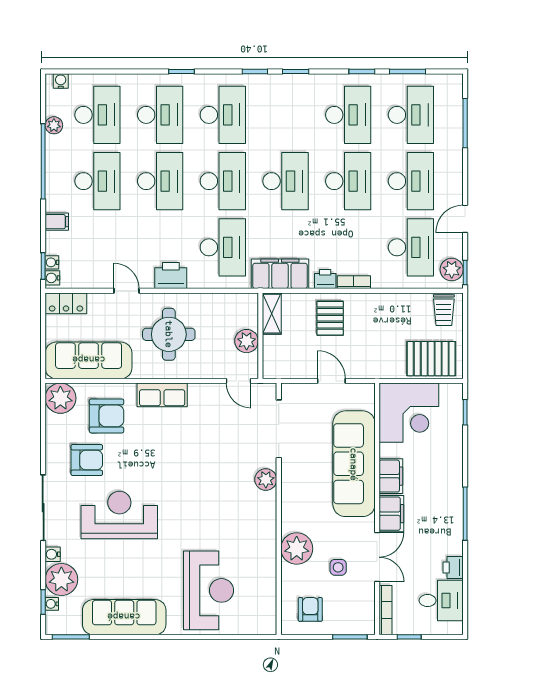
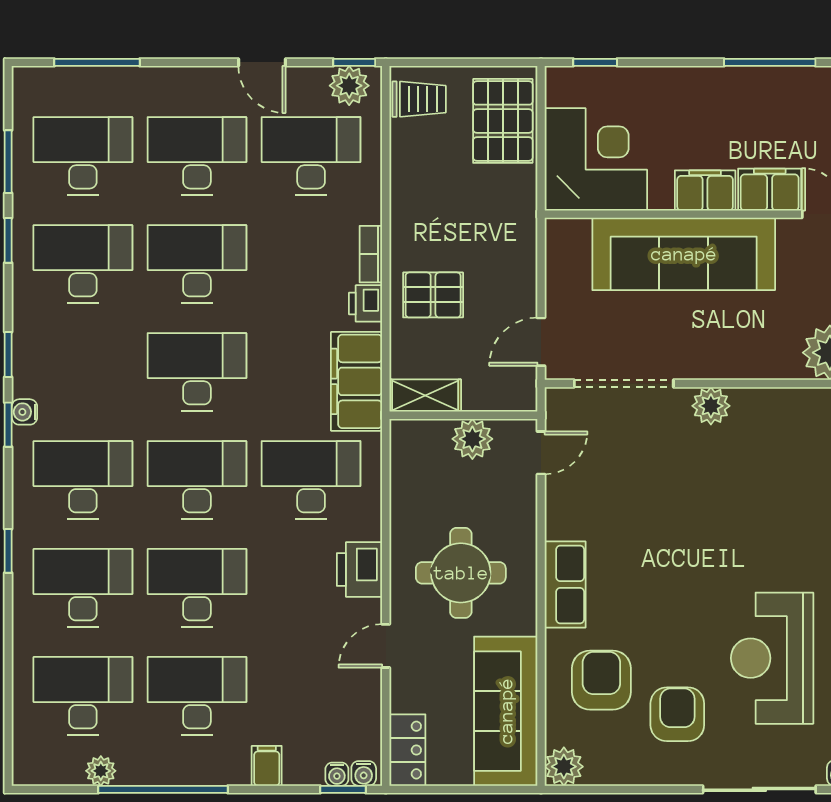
water cooler: (61, 81) -> (24, 412), moved
door: (331, 381) -> (541, 342), moved
plant: (60, 398) -> (564, 767), width x0.73, depth x0.73

